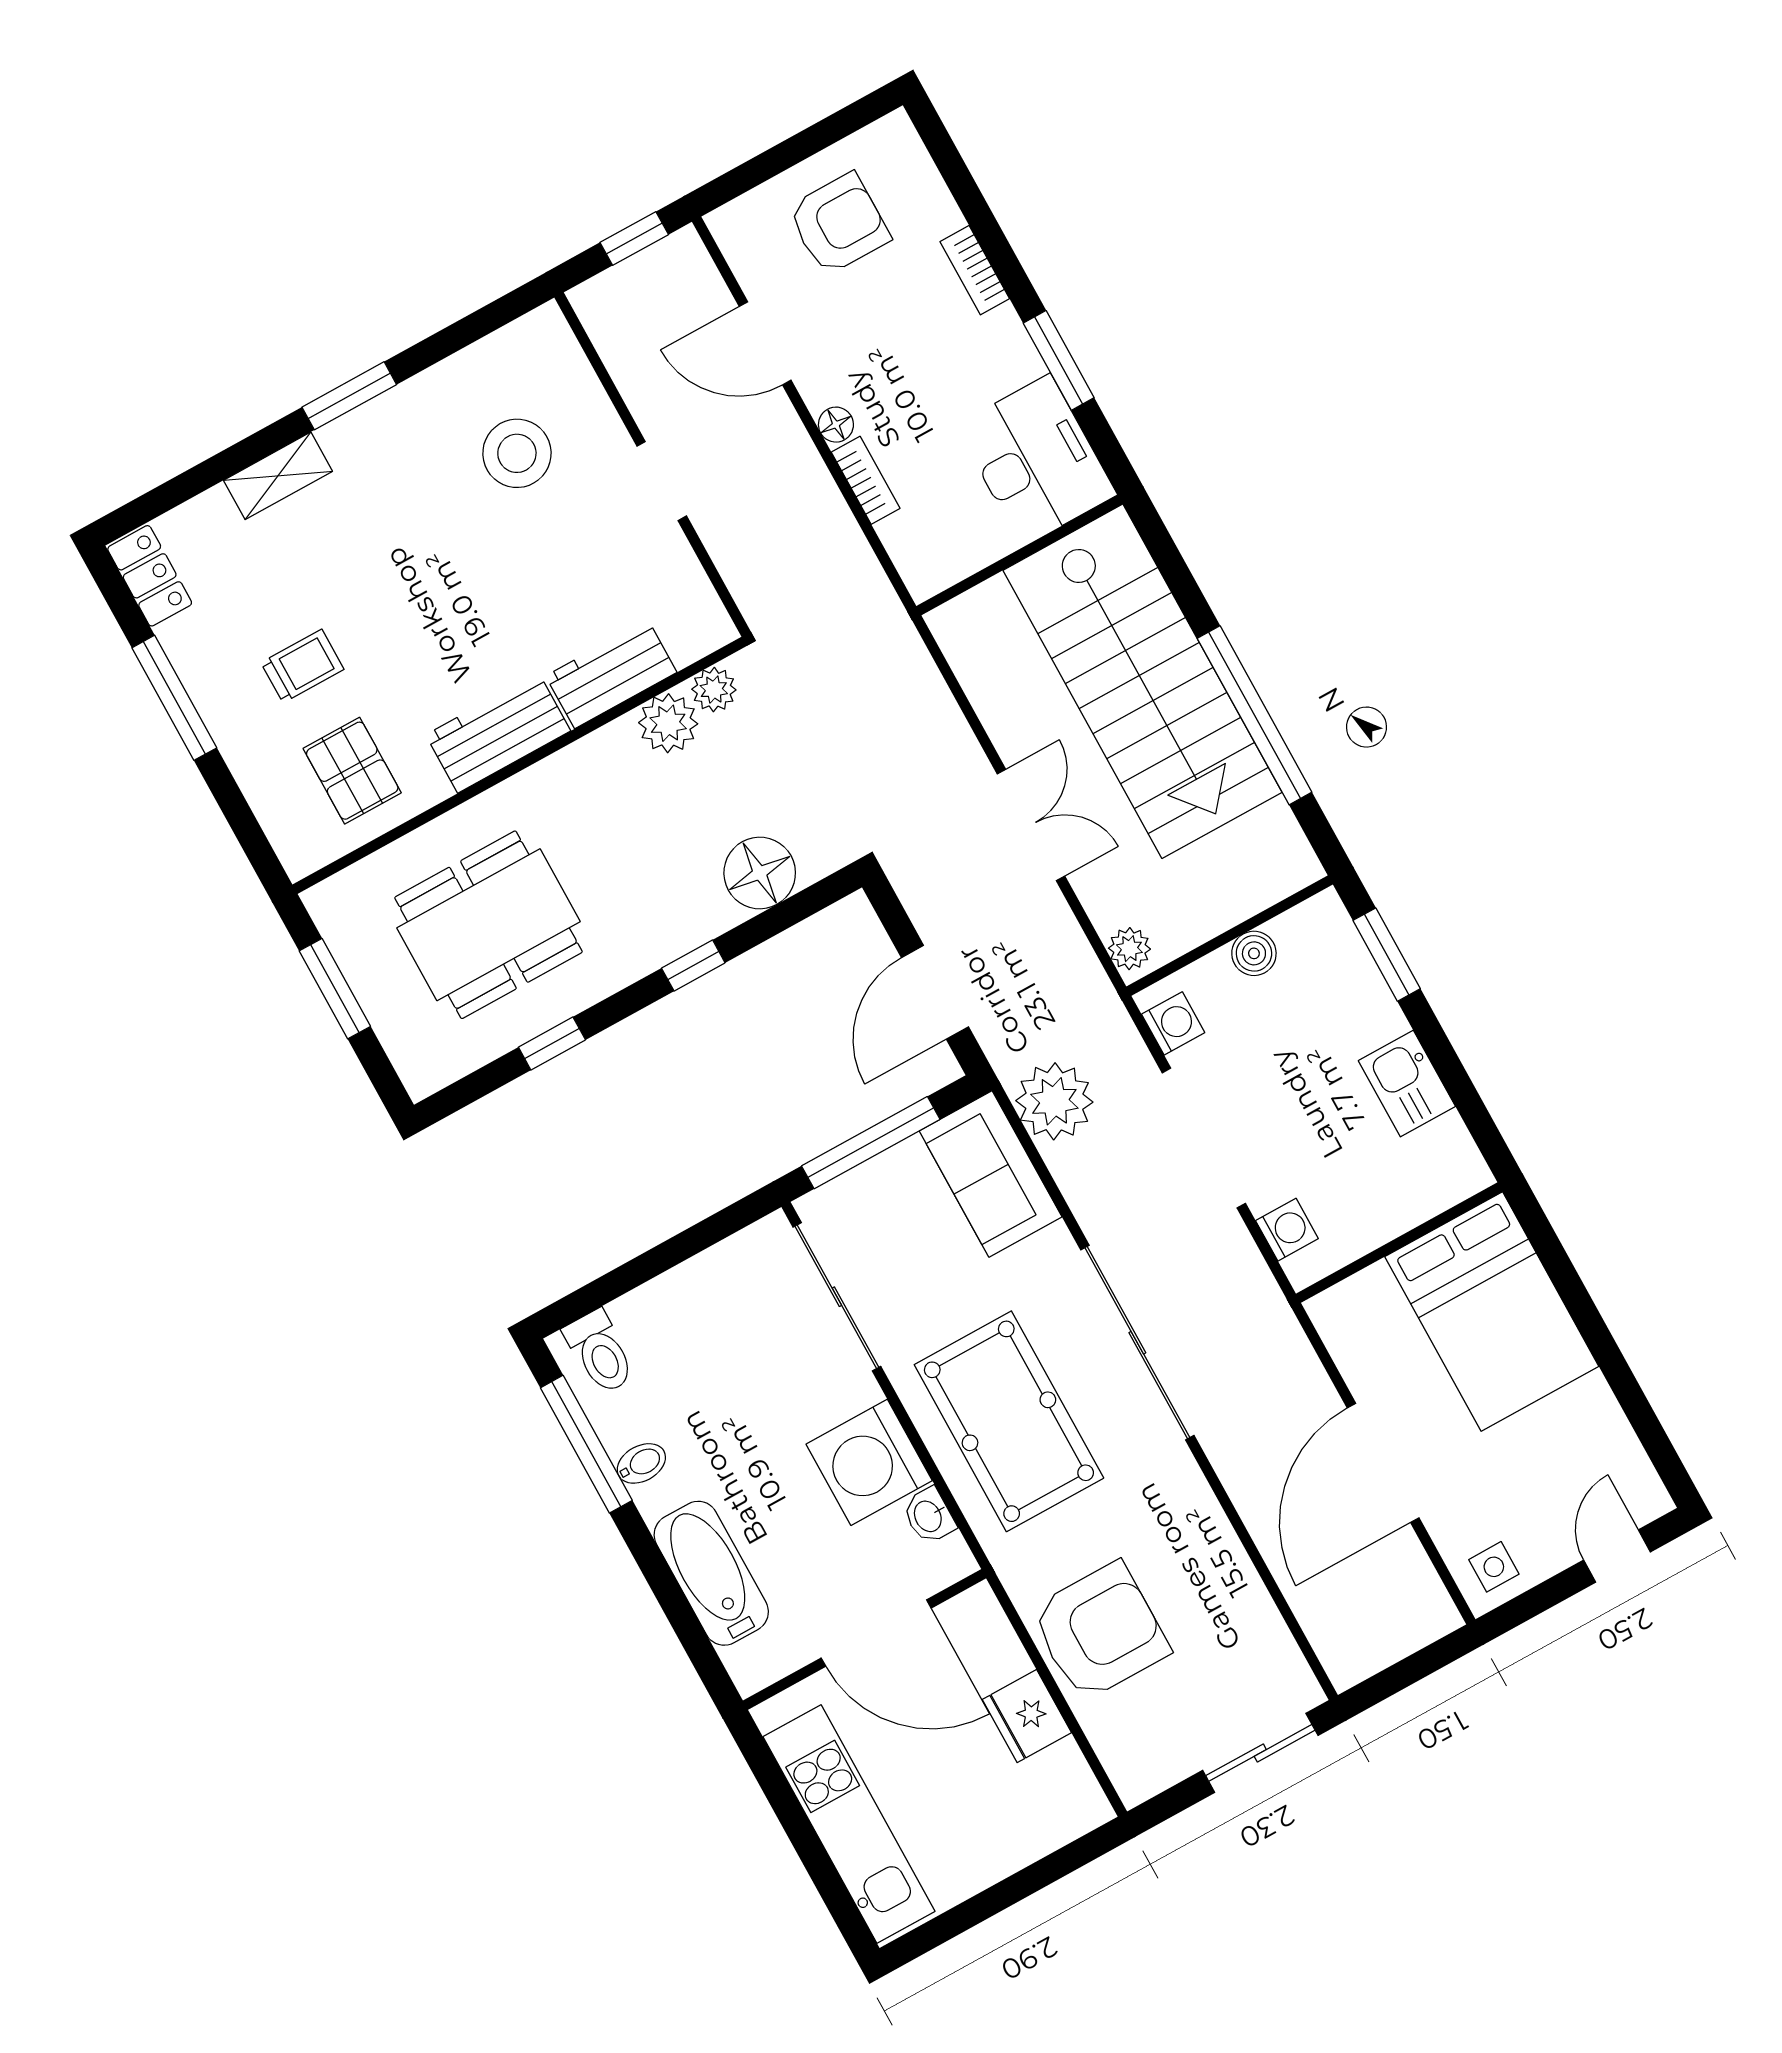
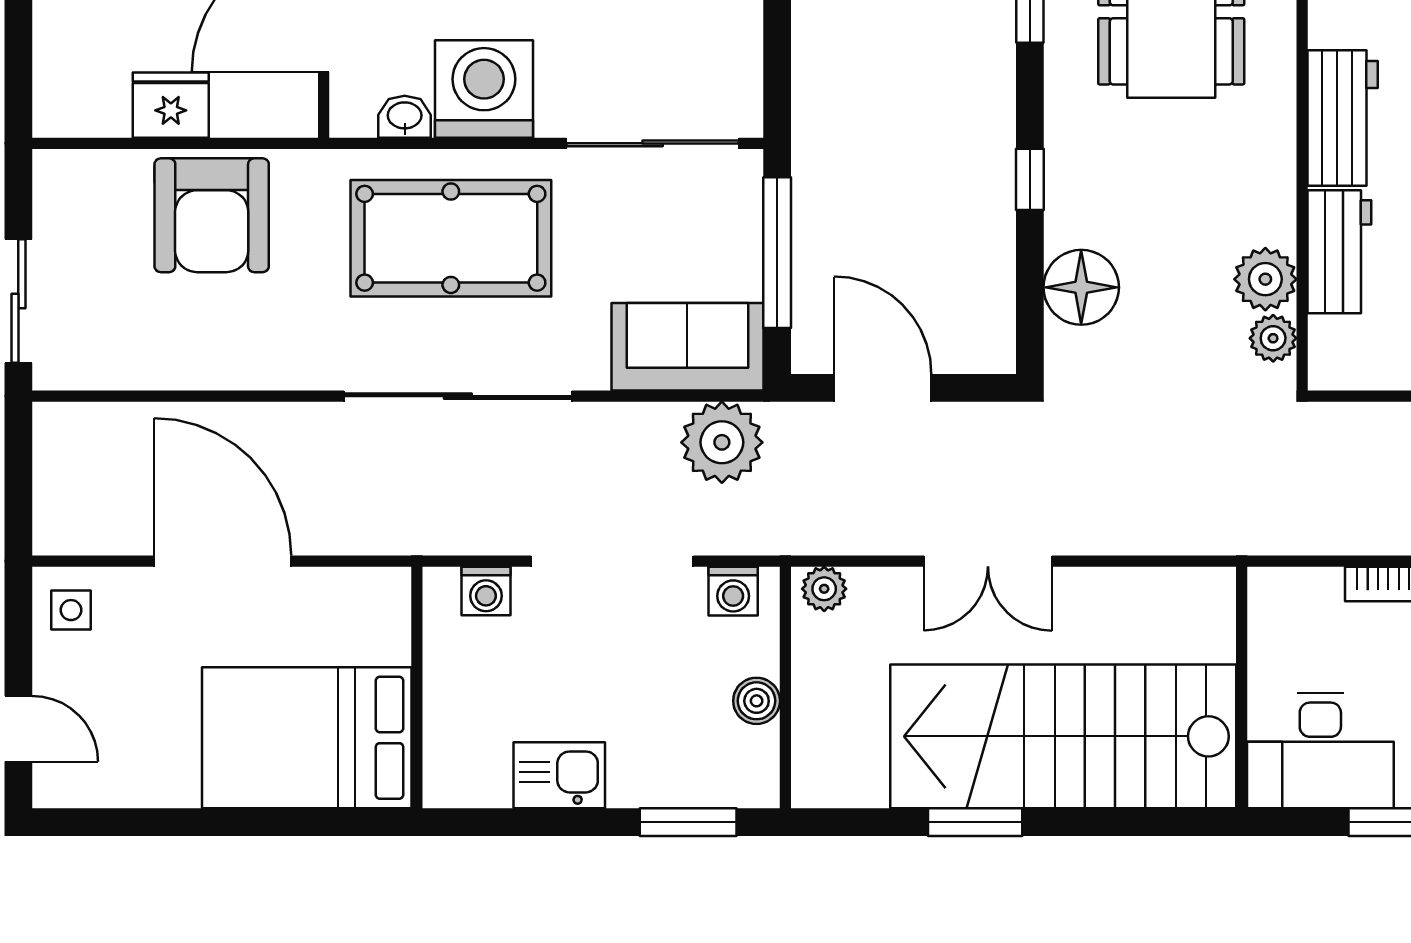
window: (1255, 715) -> (975, 822), width x0.47

